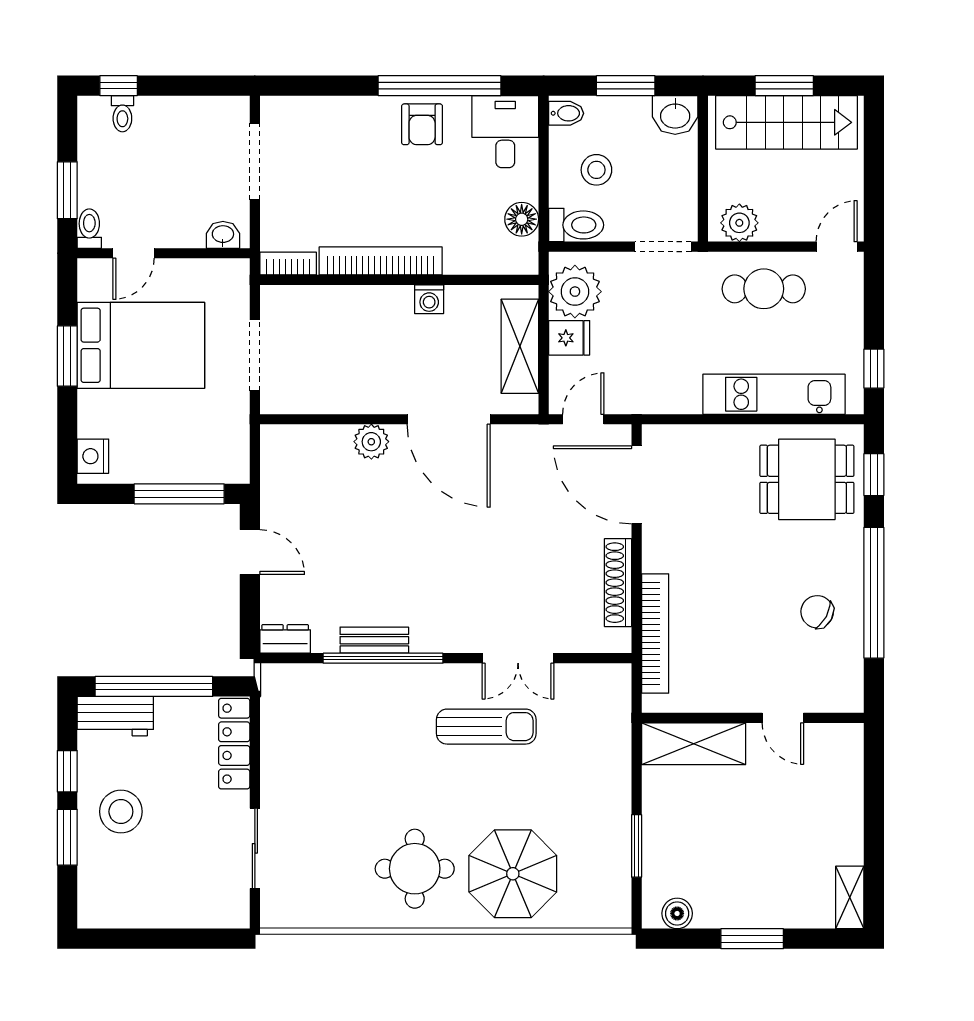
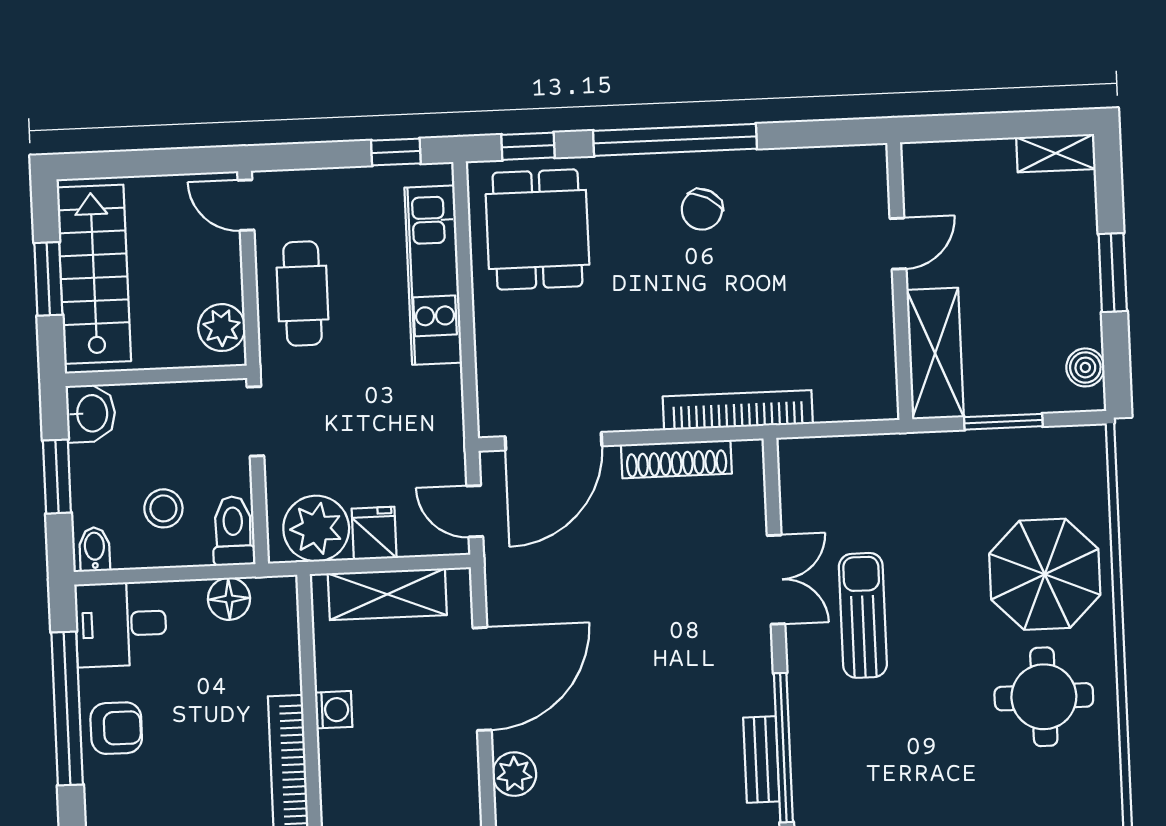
wall: (753, 718) -> (900, 281), moved
door: (783, 718) -> (898, 244), moved
shelving: (694, 744) -> (935, 354), moved

